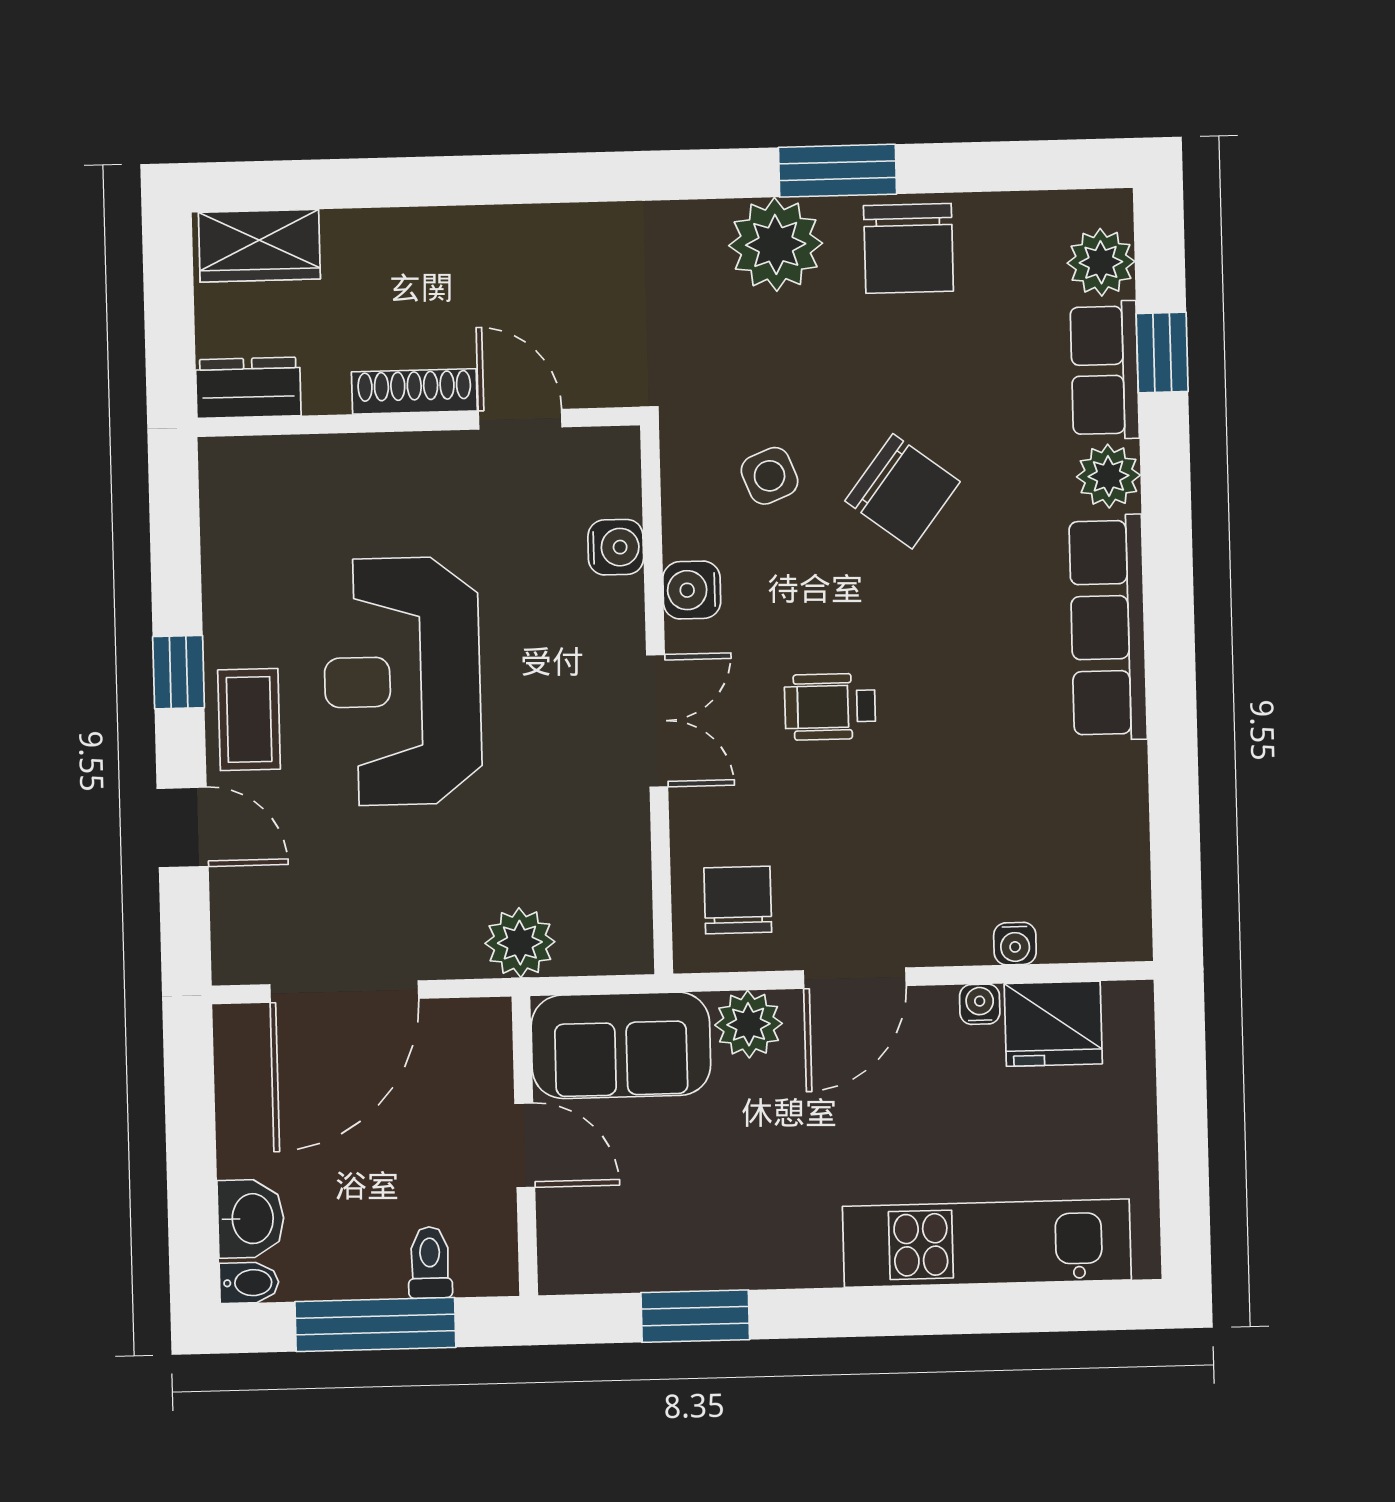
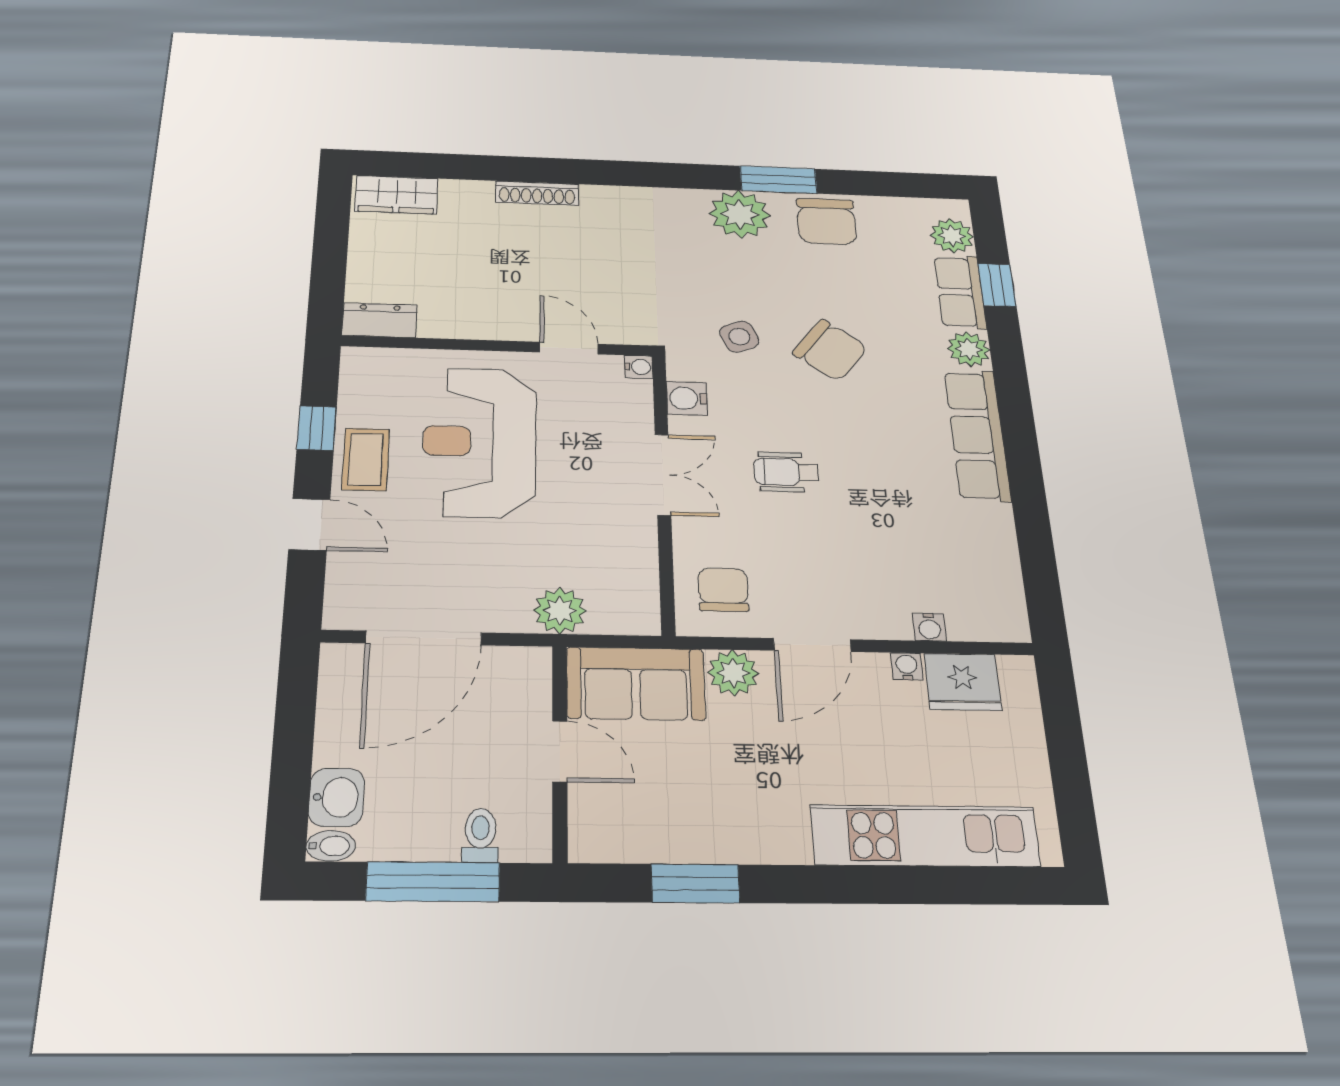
dresser: (248, 388) -> (379, 320), moved
shoe rack: (414, 391) -> (537, 193), moved, turned 180
door: (520, 419) -> (569, 348), moved
wall: (418, 422) -> (498, 346), moved
water cooler: (616, 547) -> (639, 367), width x0.72, depth x0.72

